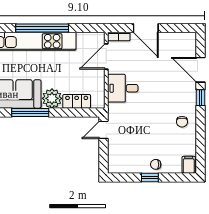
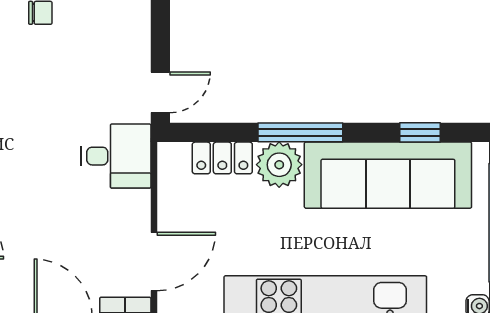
desk: (123, 88) -> (116, 156), moved
window: (30, 112) -> (300, 132), moved

